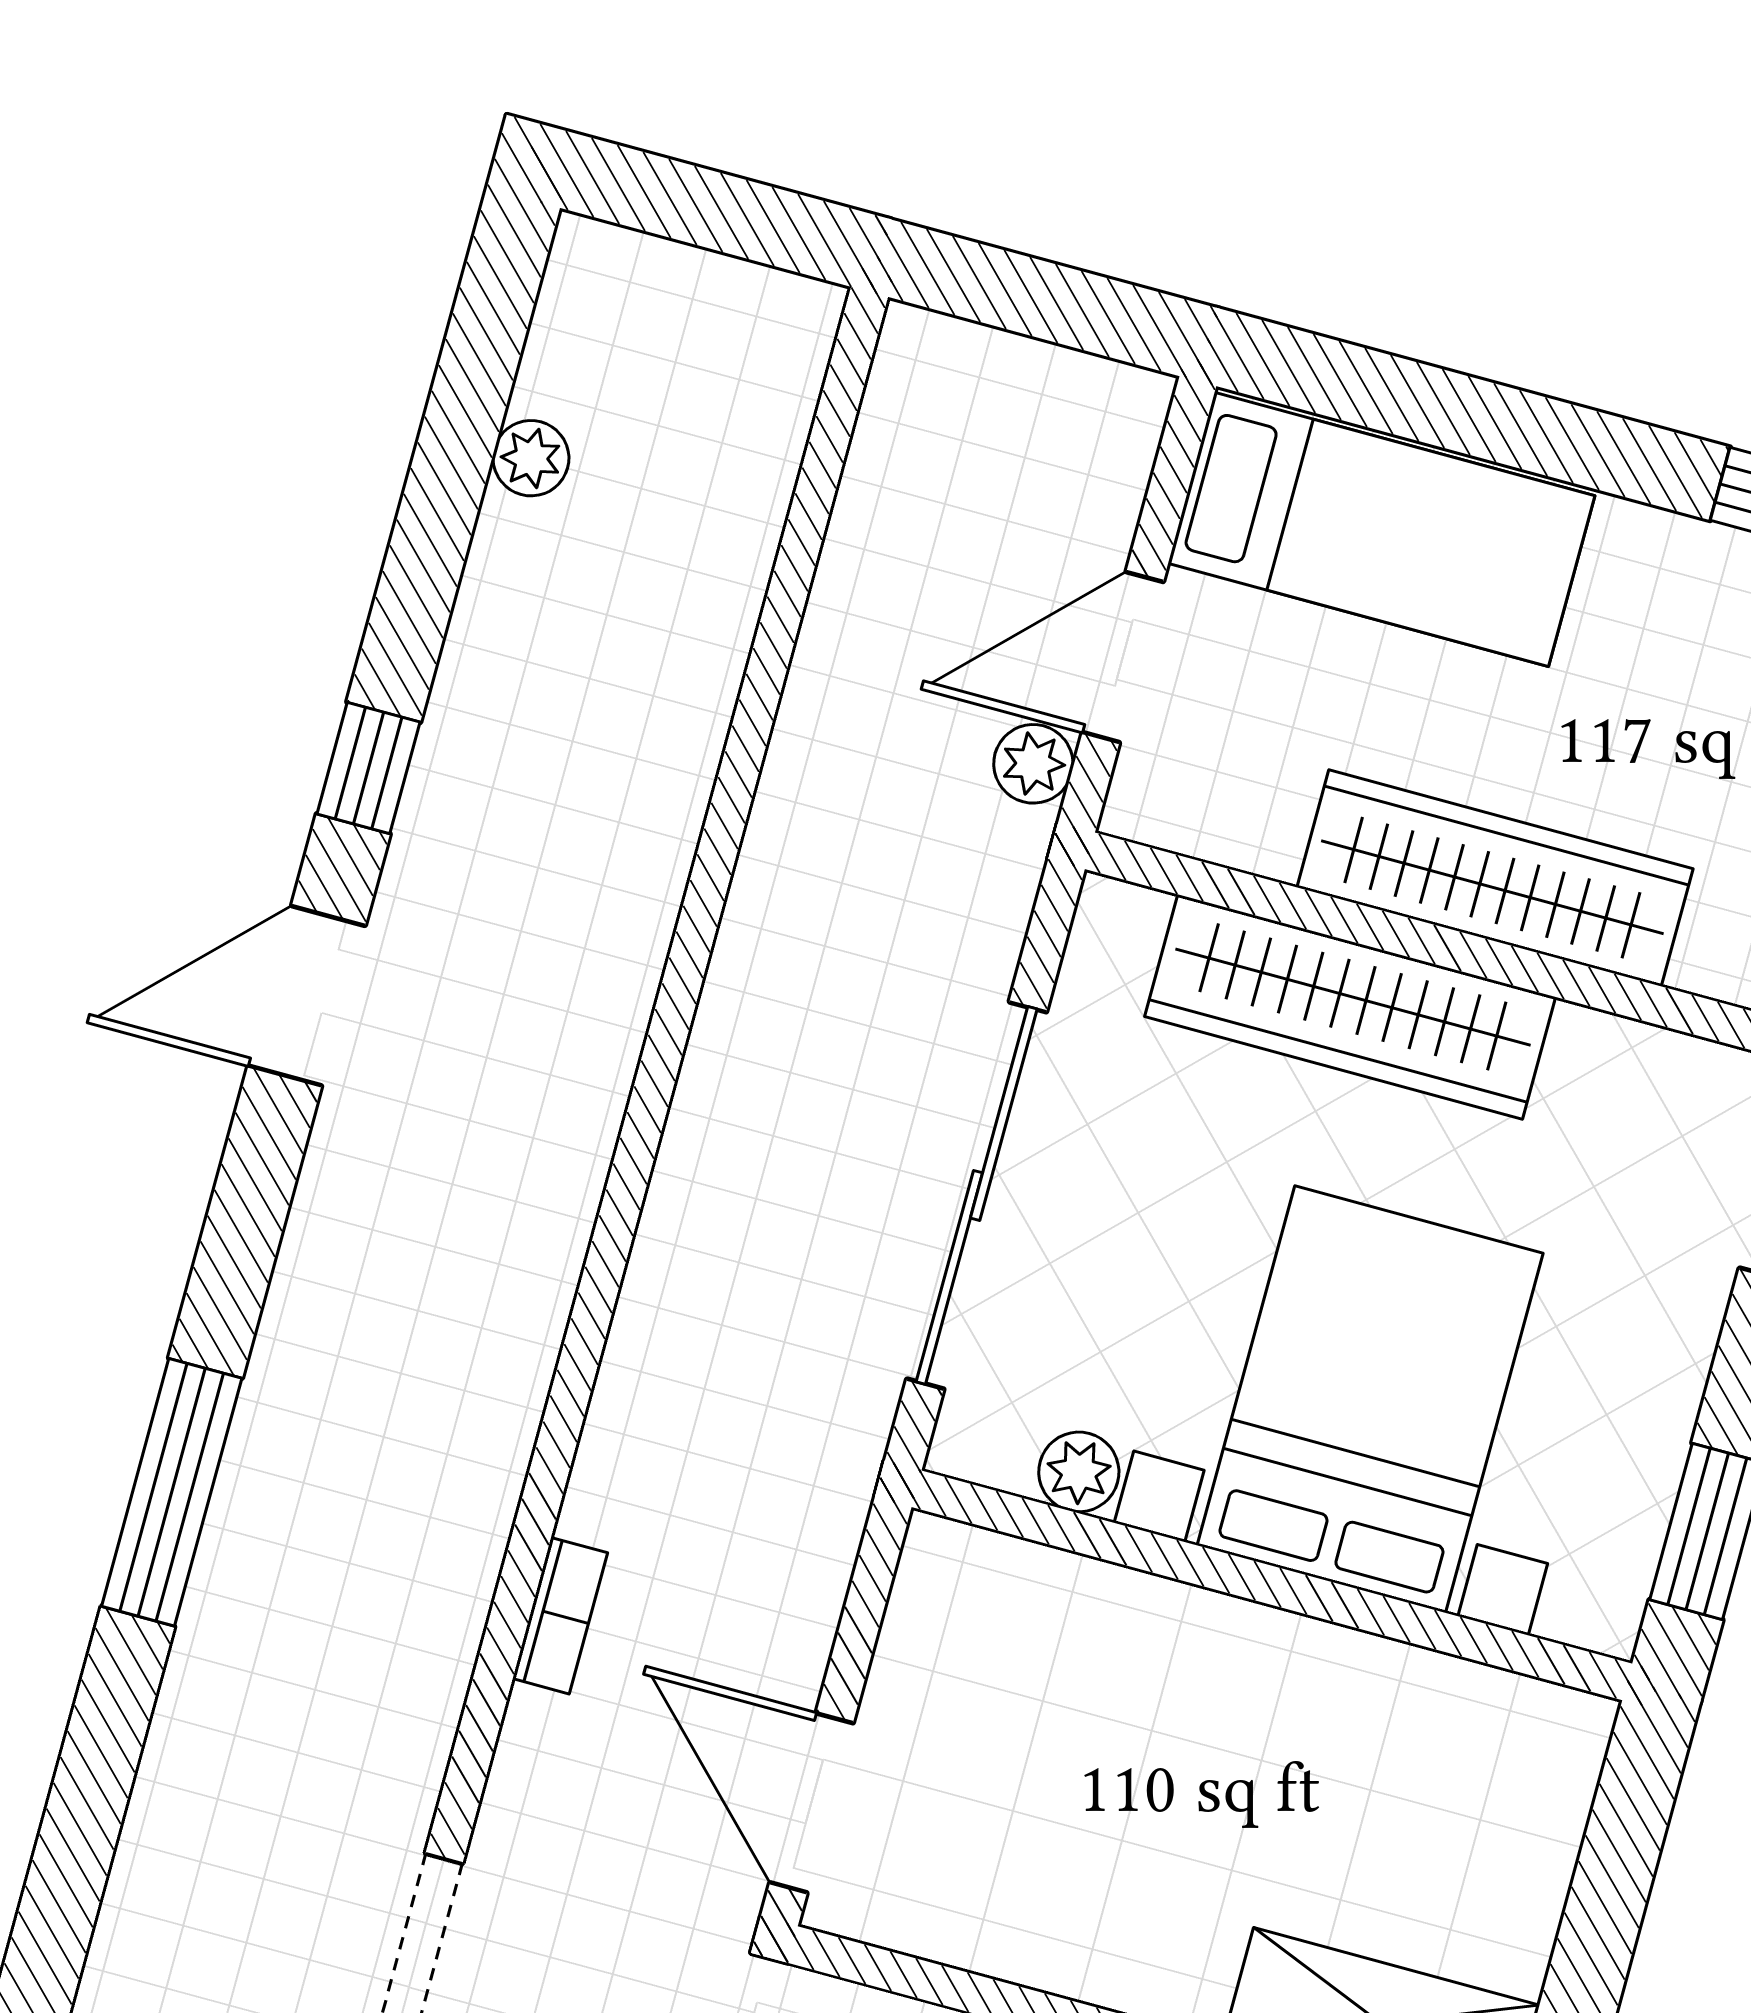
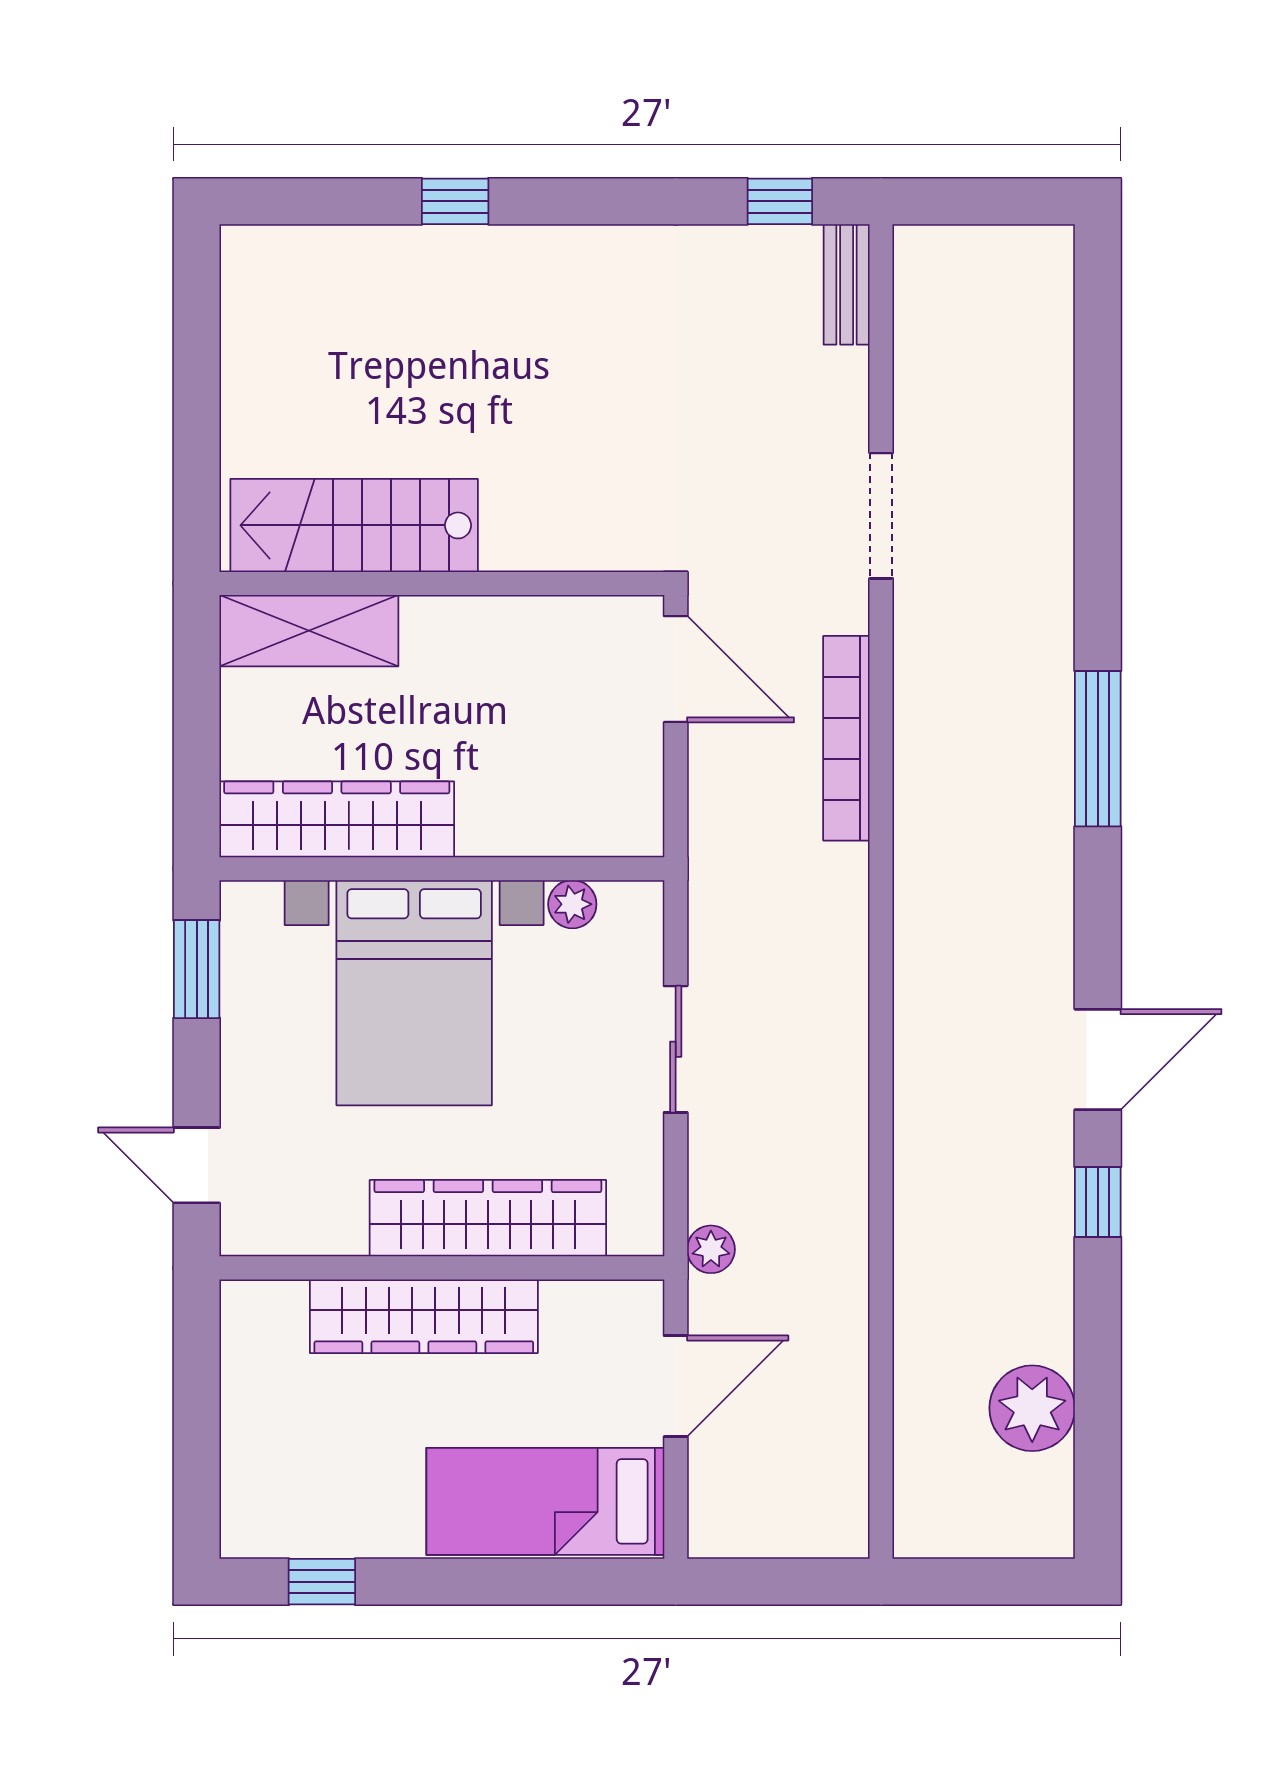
plant: (531, 458) -> (1032, 1408), width x1.87, depth x1.87
plant: (1033, 764) -> (711, 1249), moved
sliding door: (977, 1195) -> (676, 1049), width x0.54
bookcase: (560, 1616) -> (846, 738), width x2.31, depth x1.31
wardrobe: (1418, 1710) -> (337, 819), added

